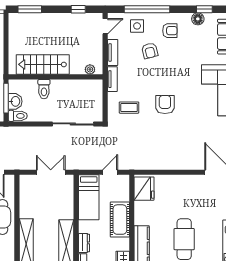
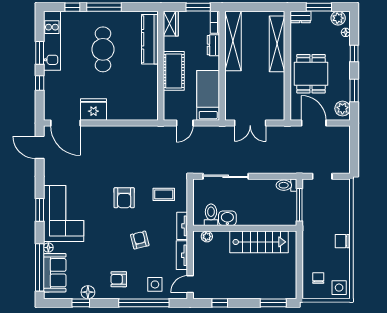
armchair: (150, 51) -> (140, 240), moved
toilet: (44, 89) -> (211, 215), moved
washbasin: (15, 101) -> (227, 218), moved, turned 90
fridge: (144, 189) -> (93, 109), moved, turned 90

